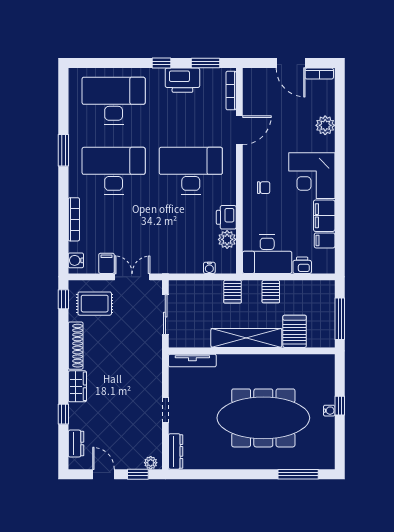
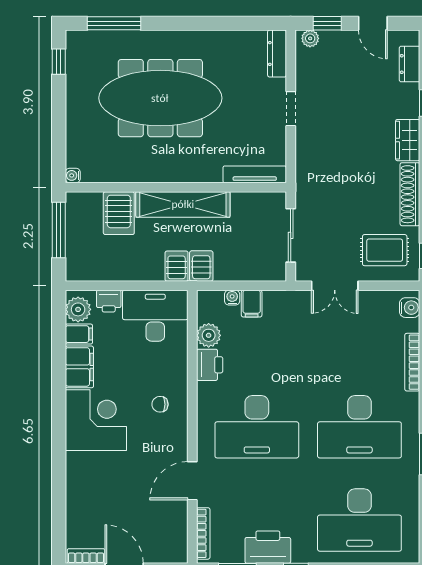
plant: (325, 125) -> (78, 309), moved
filing cabinet: (107, 263) -> (252, 304), moved
server rack: (271, 292) -> (177, 266), moved
window: (340, 406) -> (59, 62), moved
water cooler: (329, 411) -> (73, 175), moved

